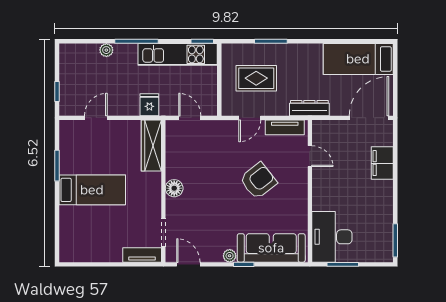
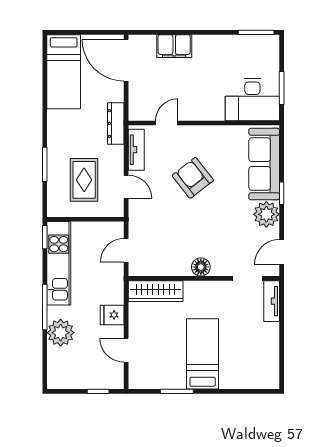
plant: (106, 50) -> (61, 333), width x1.88, depth x1.88
fridge: (149, 105) -> (112, 315), moved
plant: (230, 256) -> (266, 214), width x1.88, depth x1.88

